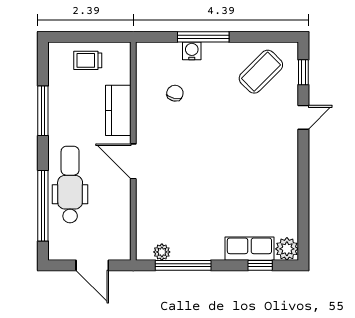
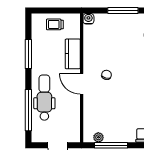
water cooler: (192, 51) -> (88, 19), moved
chair: (175, 93) -> (106, 75), moved

